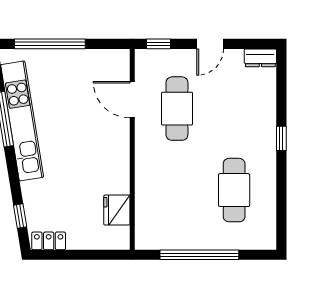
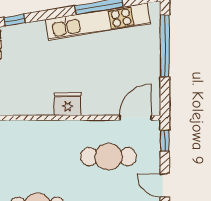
door: (132, 100) -> (135, 118), moved
fridge: (117, 210) -> (68, 104), moved

